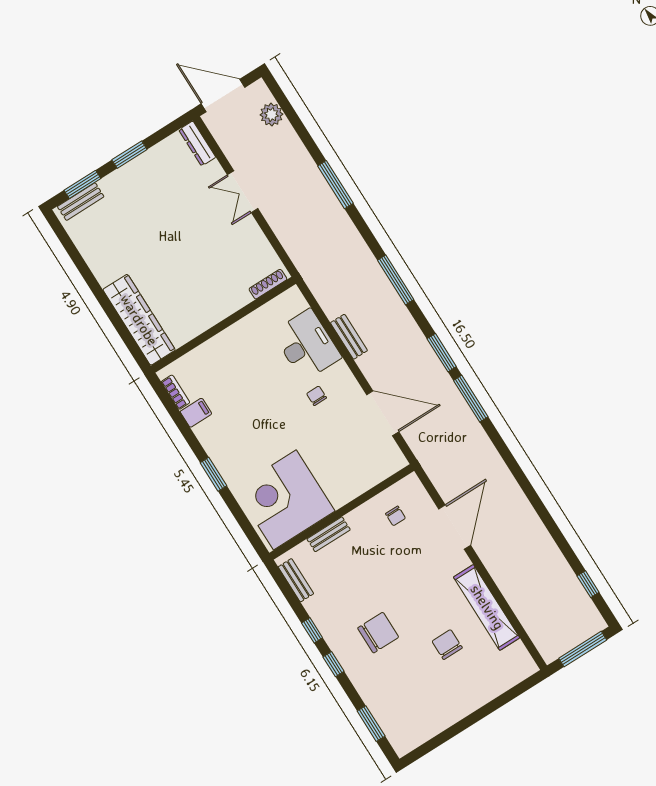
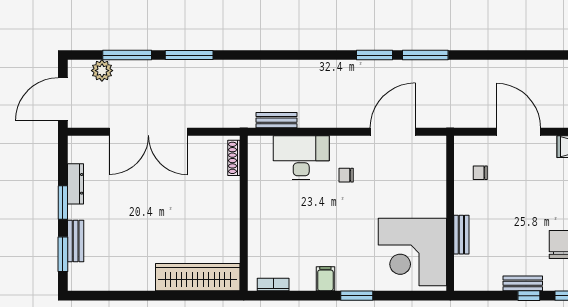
dresser: (197, 143) -> (76, 184), moved, turned -90
double door: (243, 192) -> (148, 132), width x1.87
bench: (81, 202) -> (76, 241), moved
window: (396, 280) -> (127, 55), moved
bench: (349, 337) -> (277, 120), moved
filing cabinet: (196, 413) -> (325, 279), moved
chair: (396, 516) -> (480, 173), turned 180
bench: (296, 580) -> (523, 283), moved

